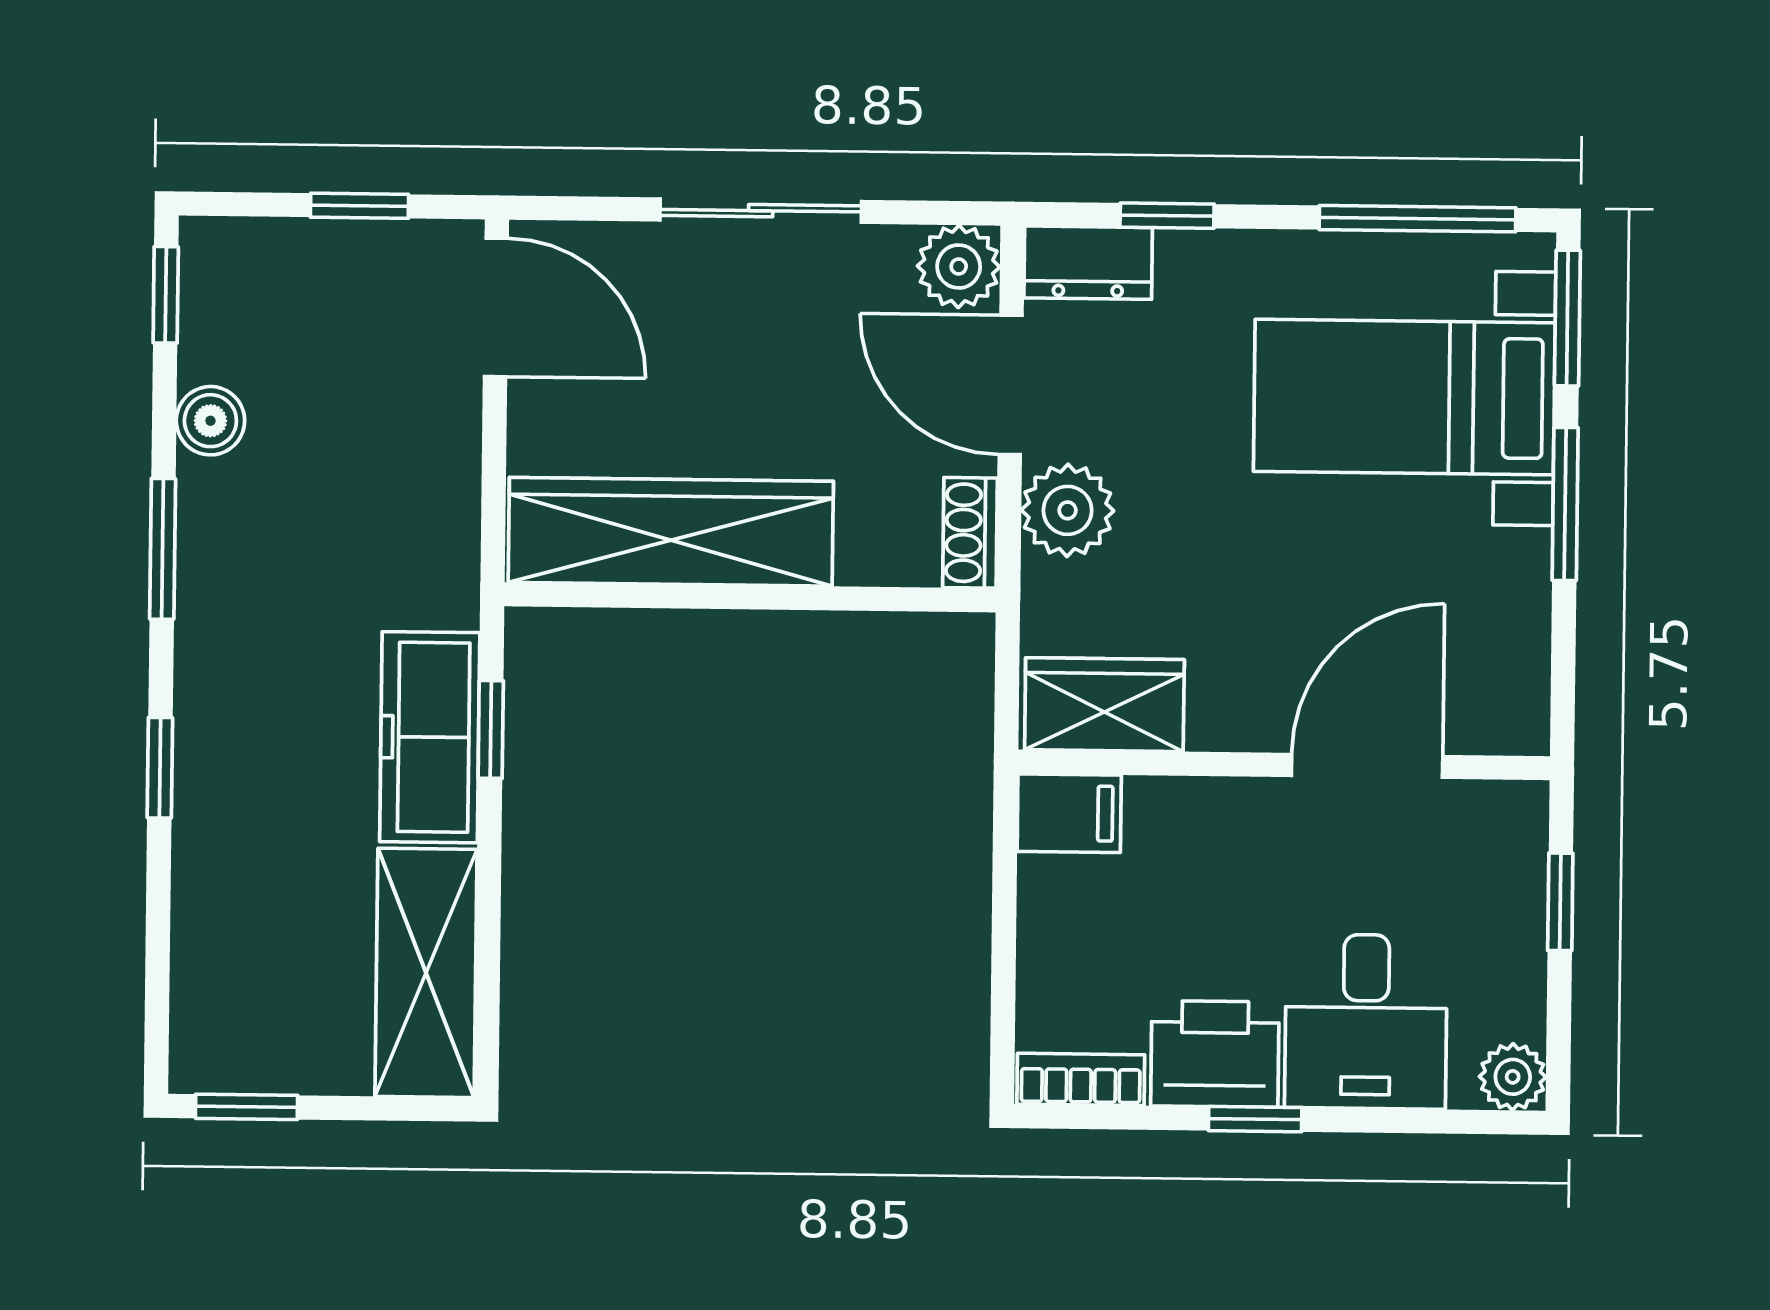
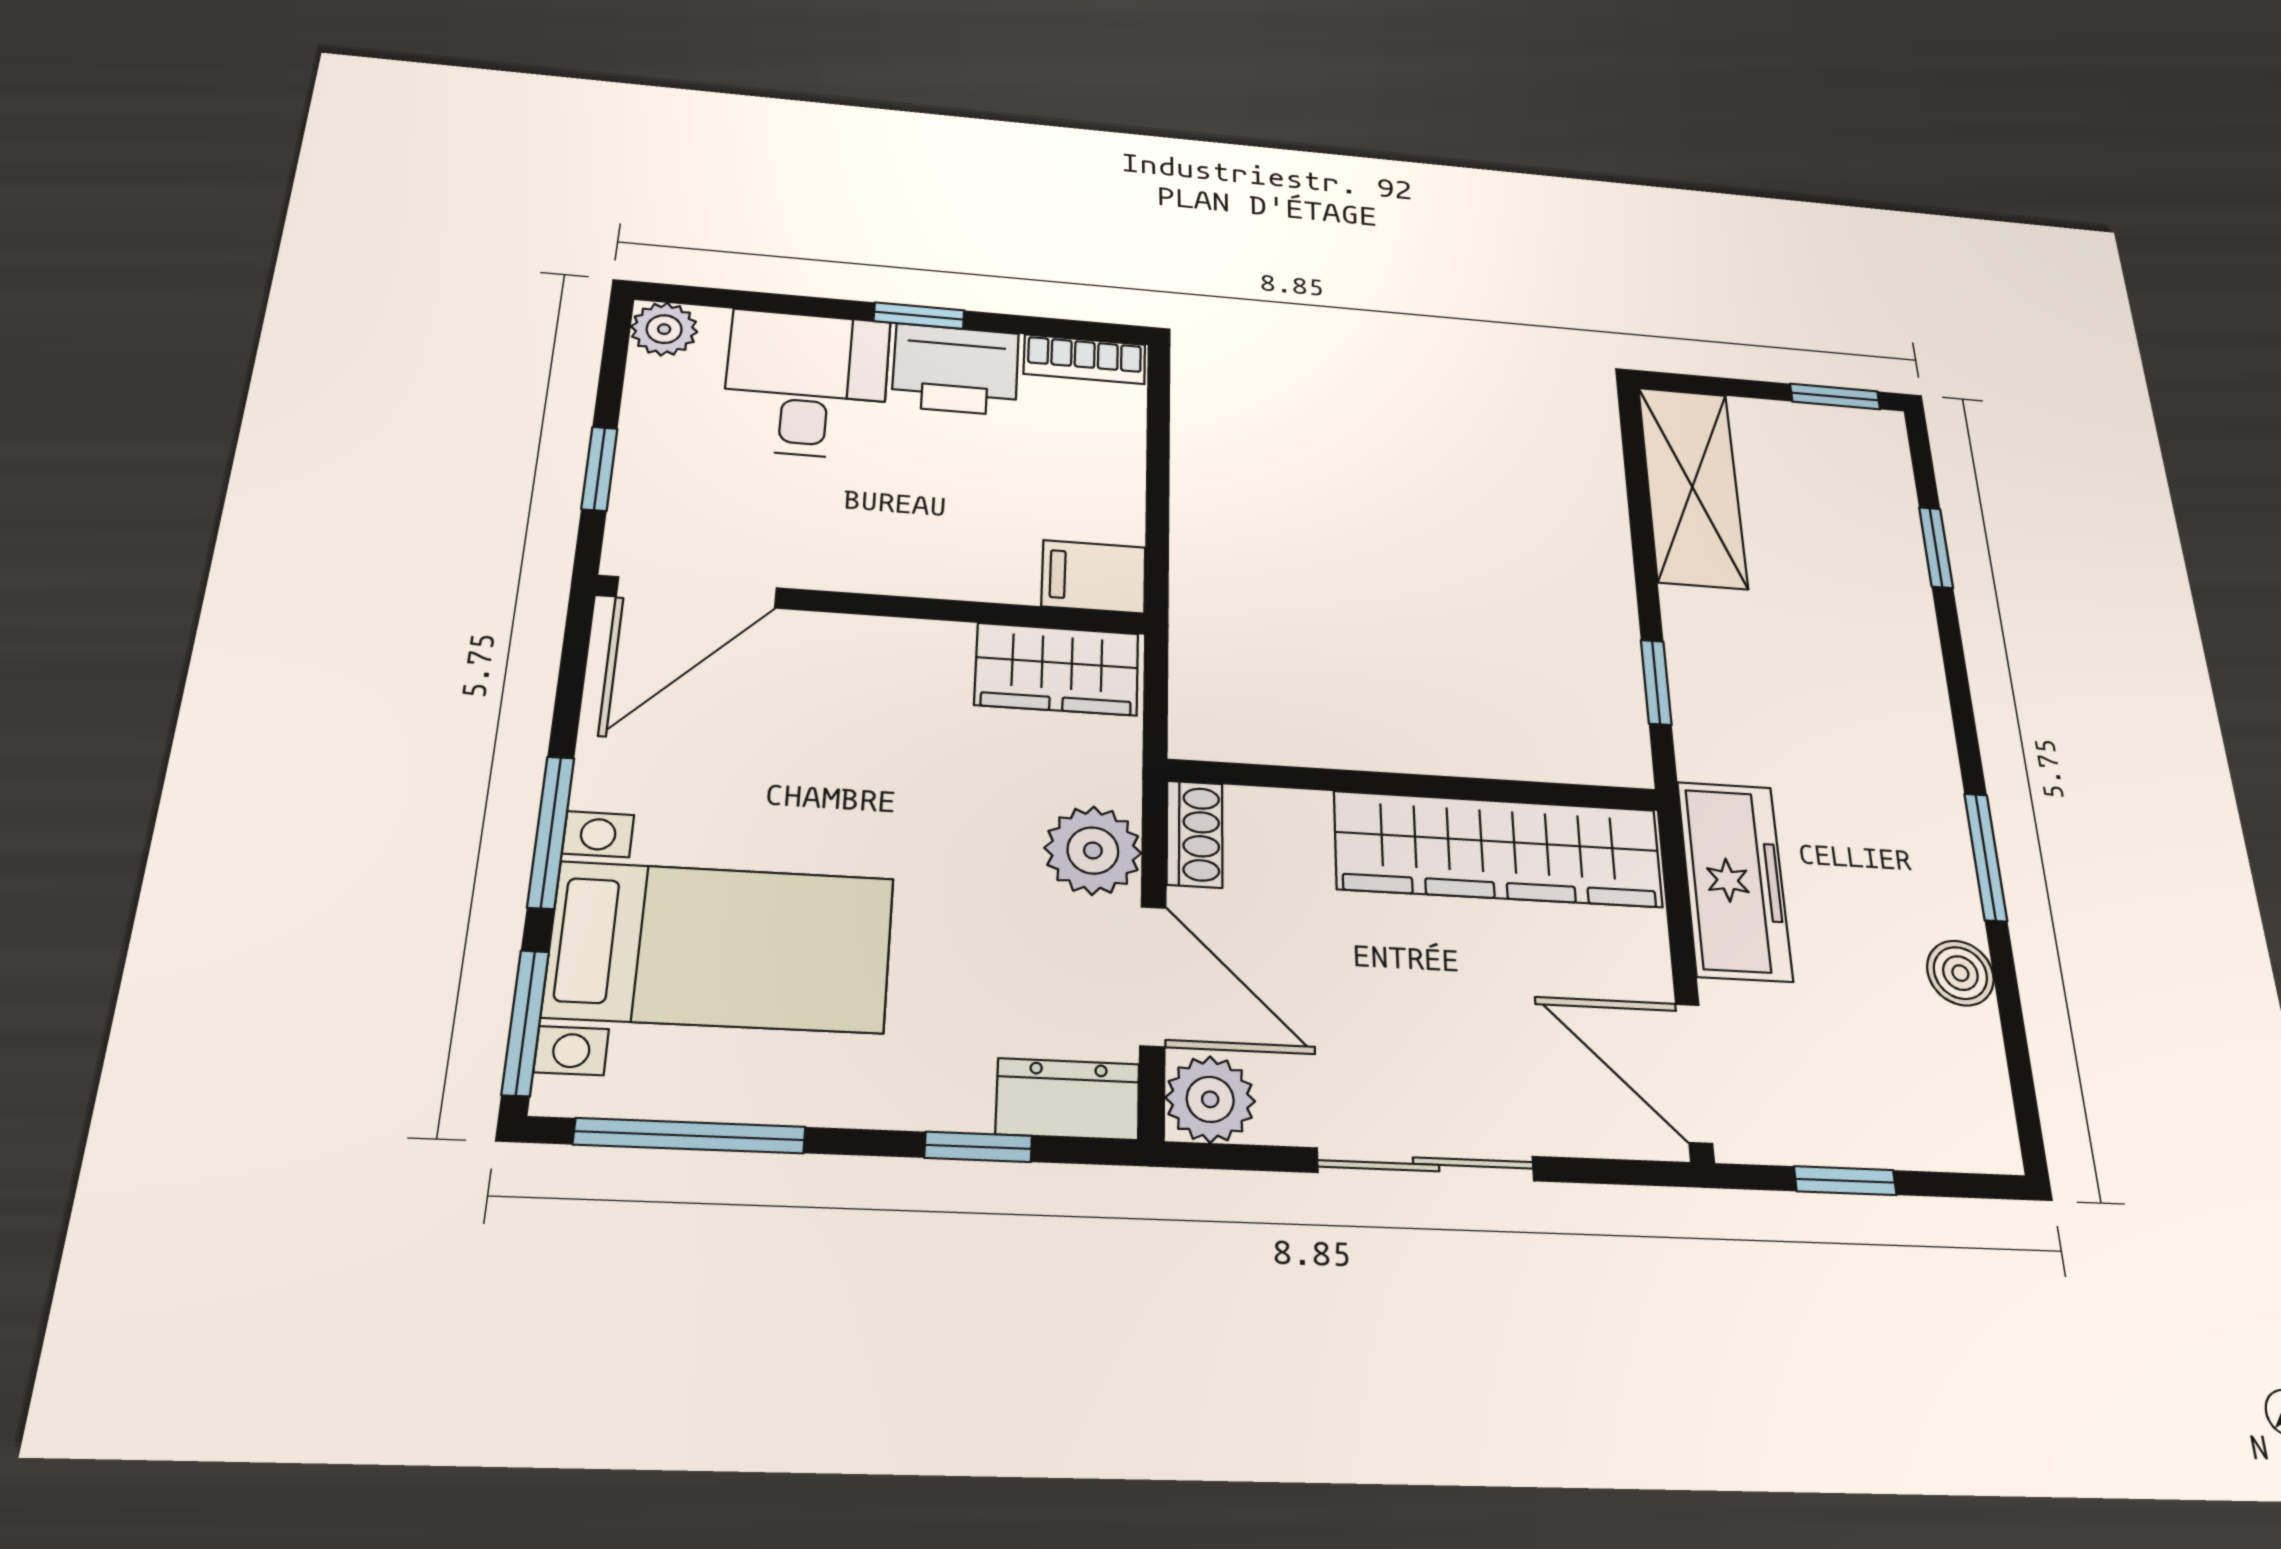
window: (166, 295) -> (2024, 1096), removed
freezer: (430, 737) -> (1734, 881), moved
door: (1367, 766) -> (697, 592), moved
window: (160, 768) -> (1936, 548), moved

